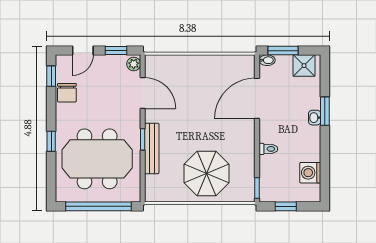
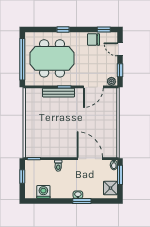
meeting table: (97, 159) -> (52, 58), turned 90
parasol: (206, 174) -> (43, 127), removed

